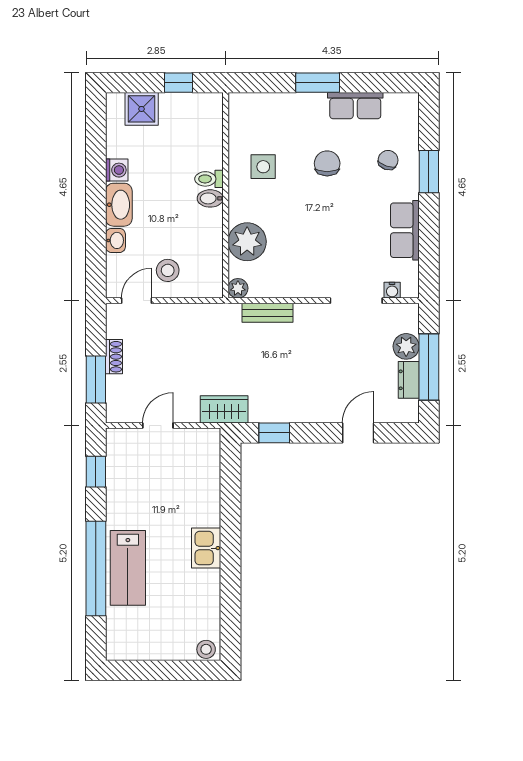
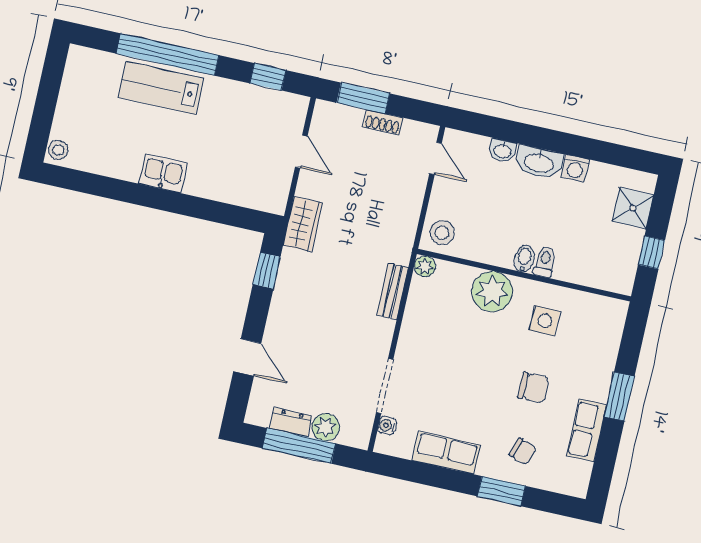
plant: (247, 242) -> (492, 291), moved
stool: (168, 270) -> (442, 233), moved

